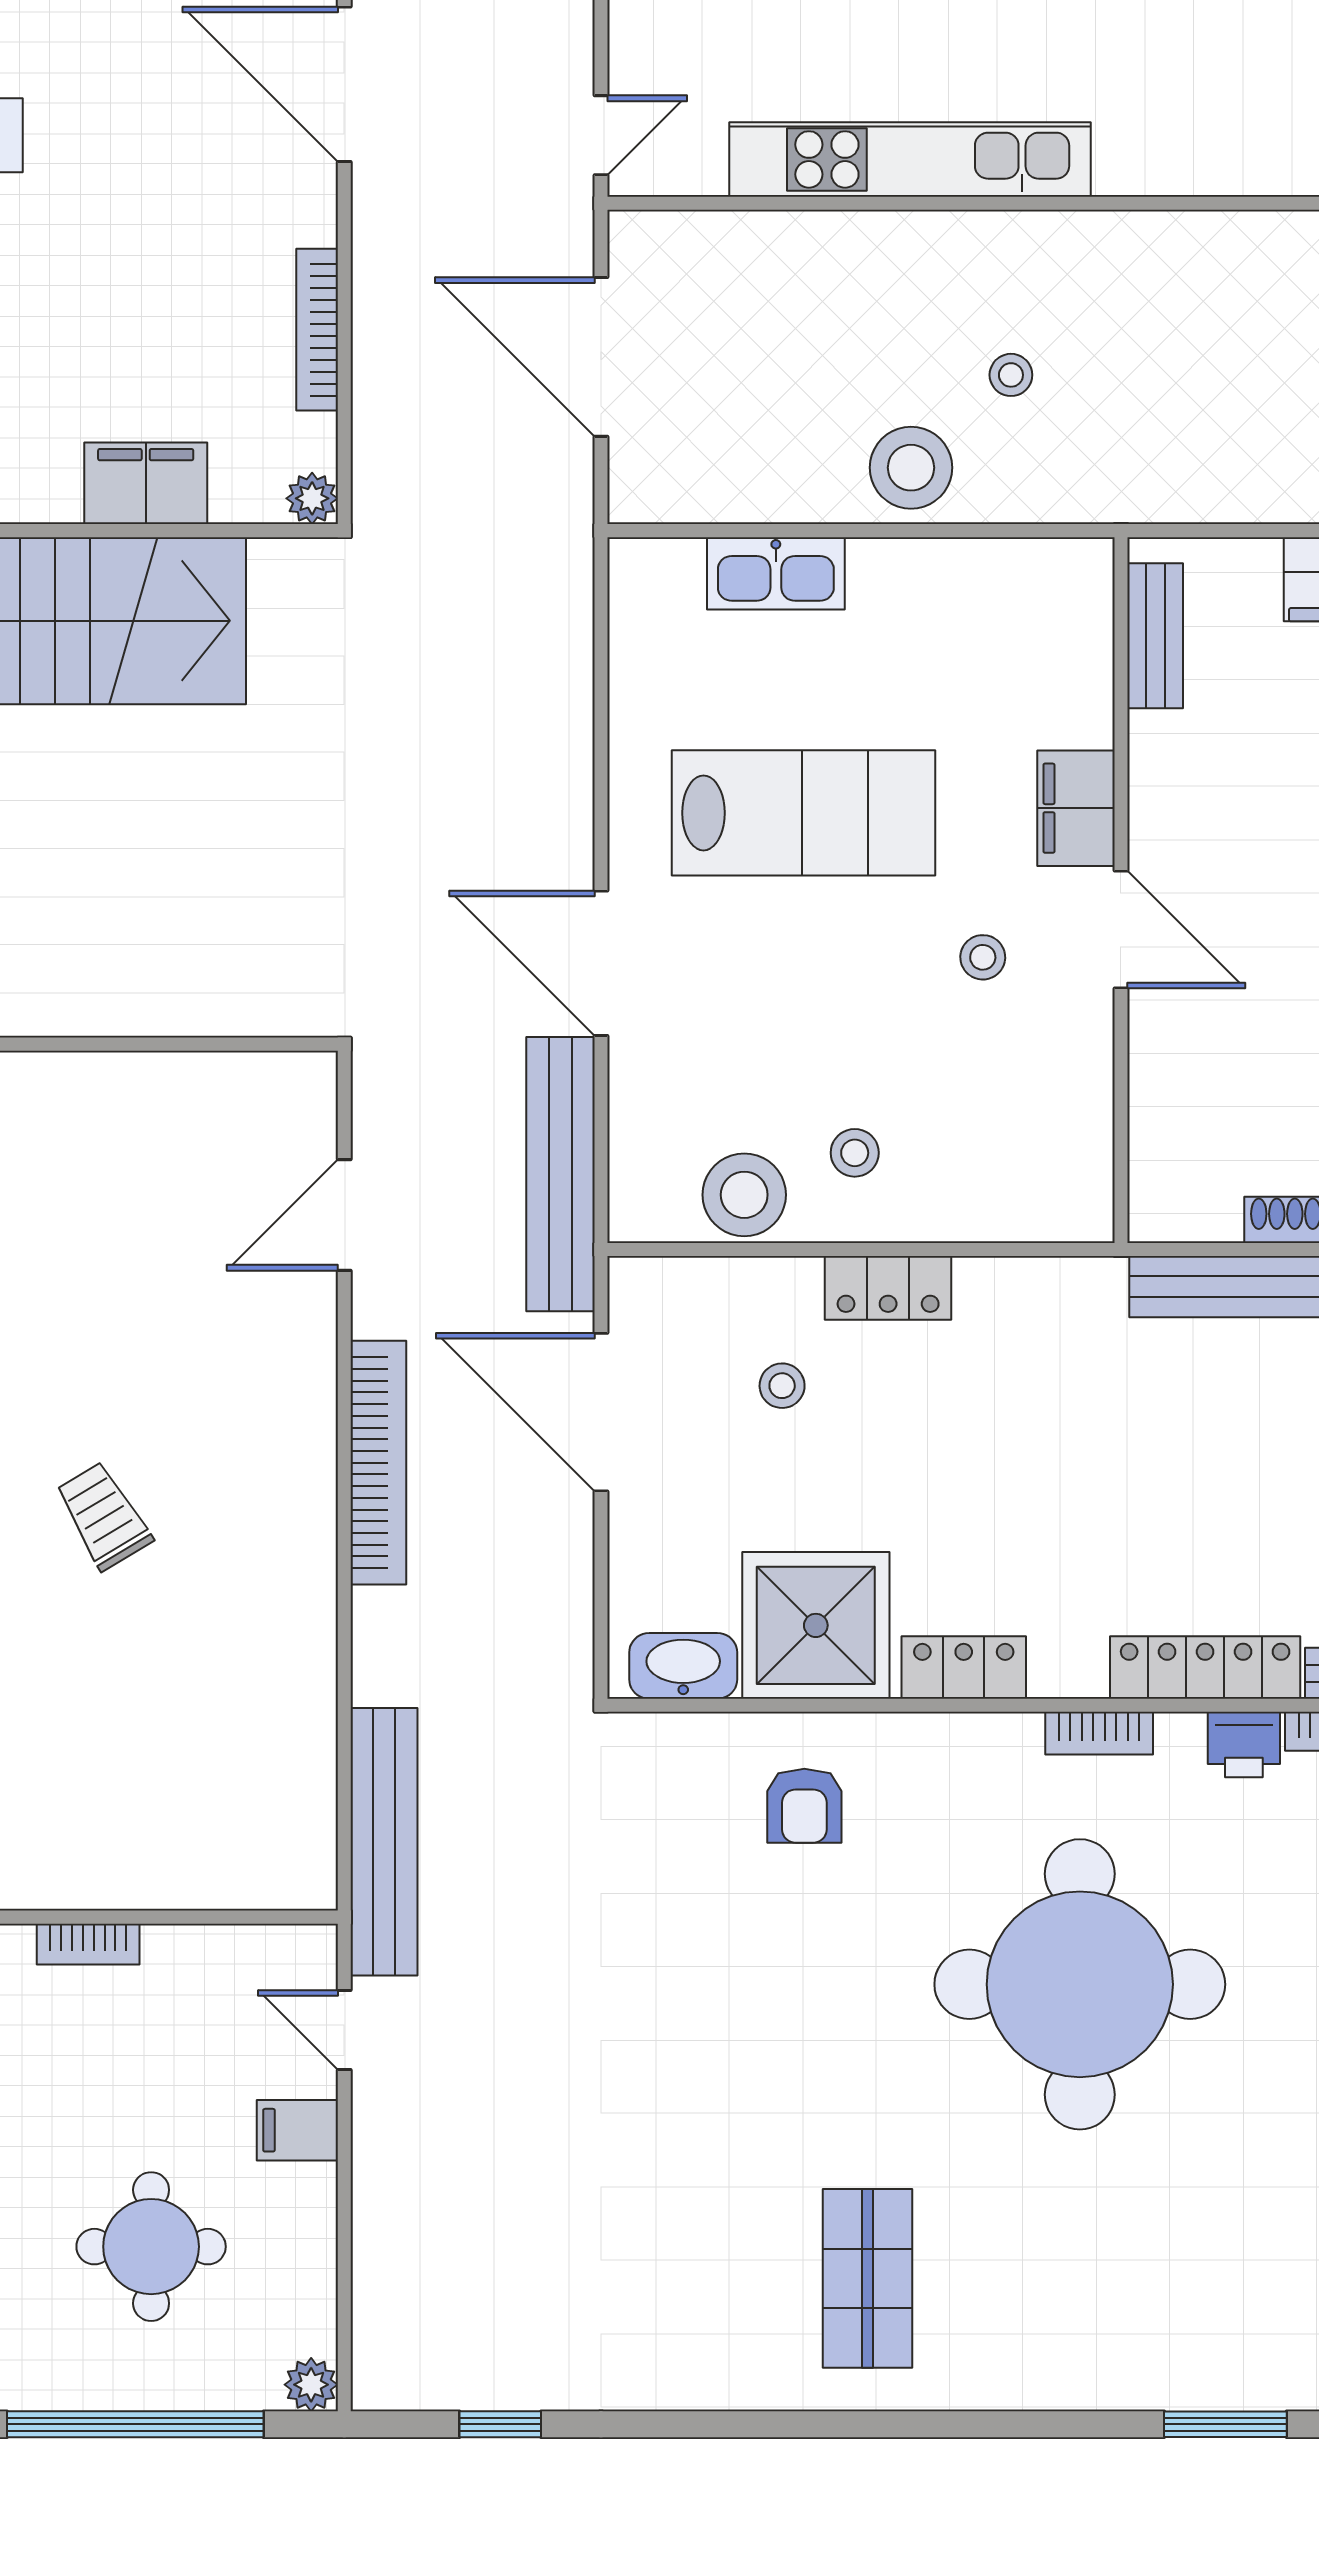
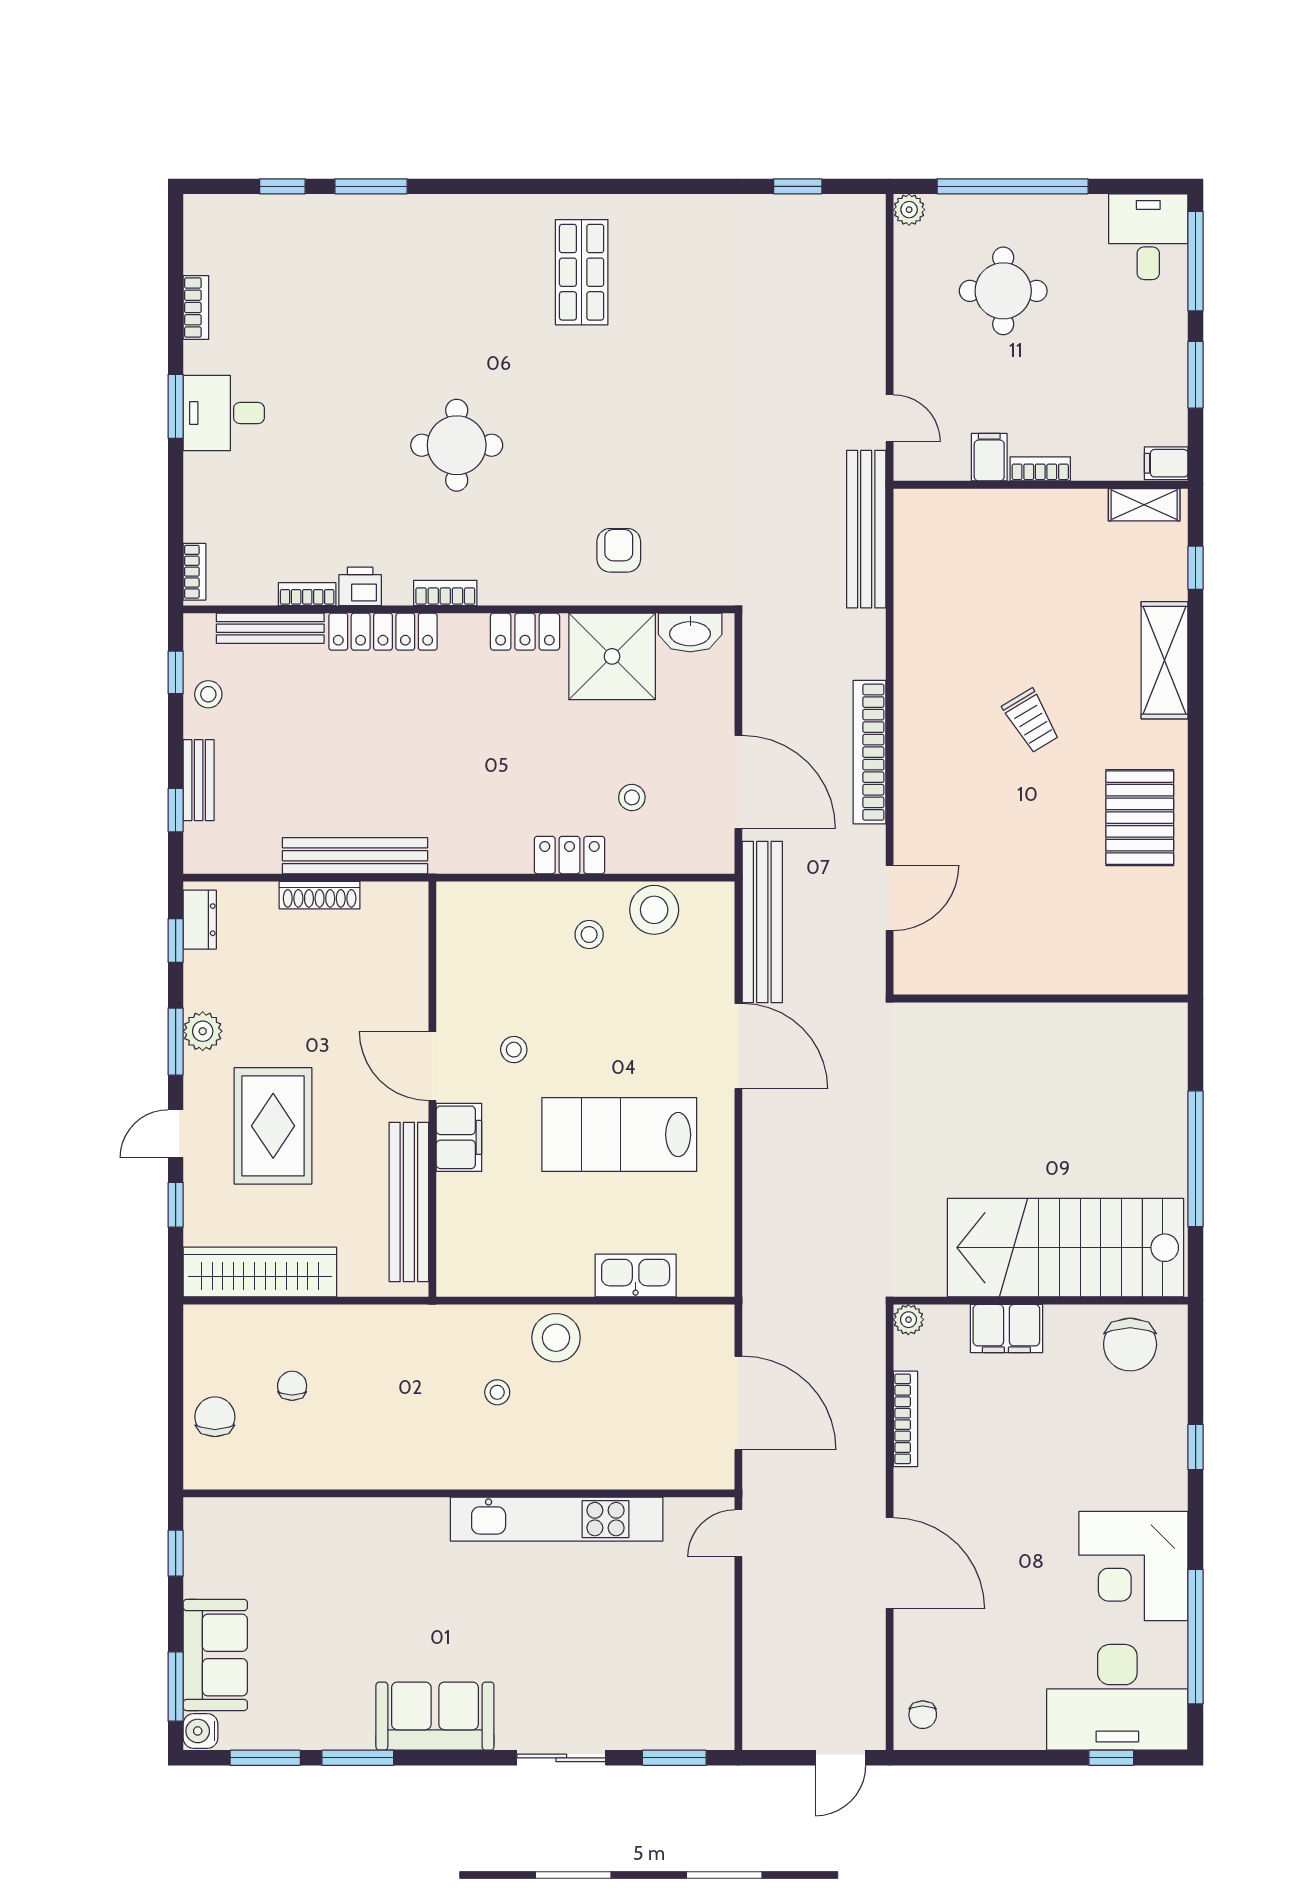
bench: (1155, 636) -> (409, 1202), width x1.86, depth x1.21
round table: (1080, 1984) -> (457, 445), width x0.54, depth x0.54
filing cabinet: (297, 2130) -> (989, 457), moved, turned -90

